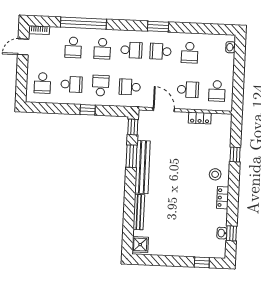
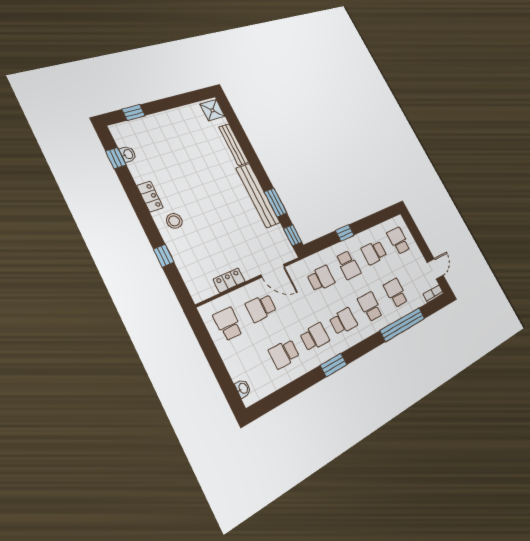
school desk: (131, 50) -> (343, 321), turned 180
school desk: (190, 53) -> (284, 354), turned -90

